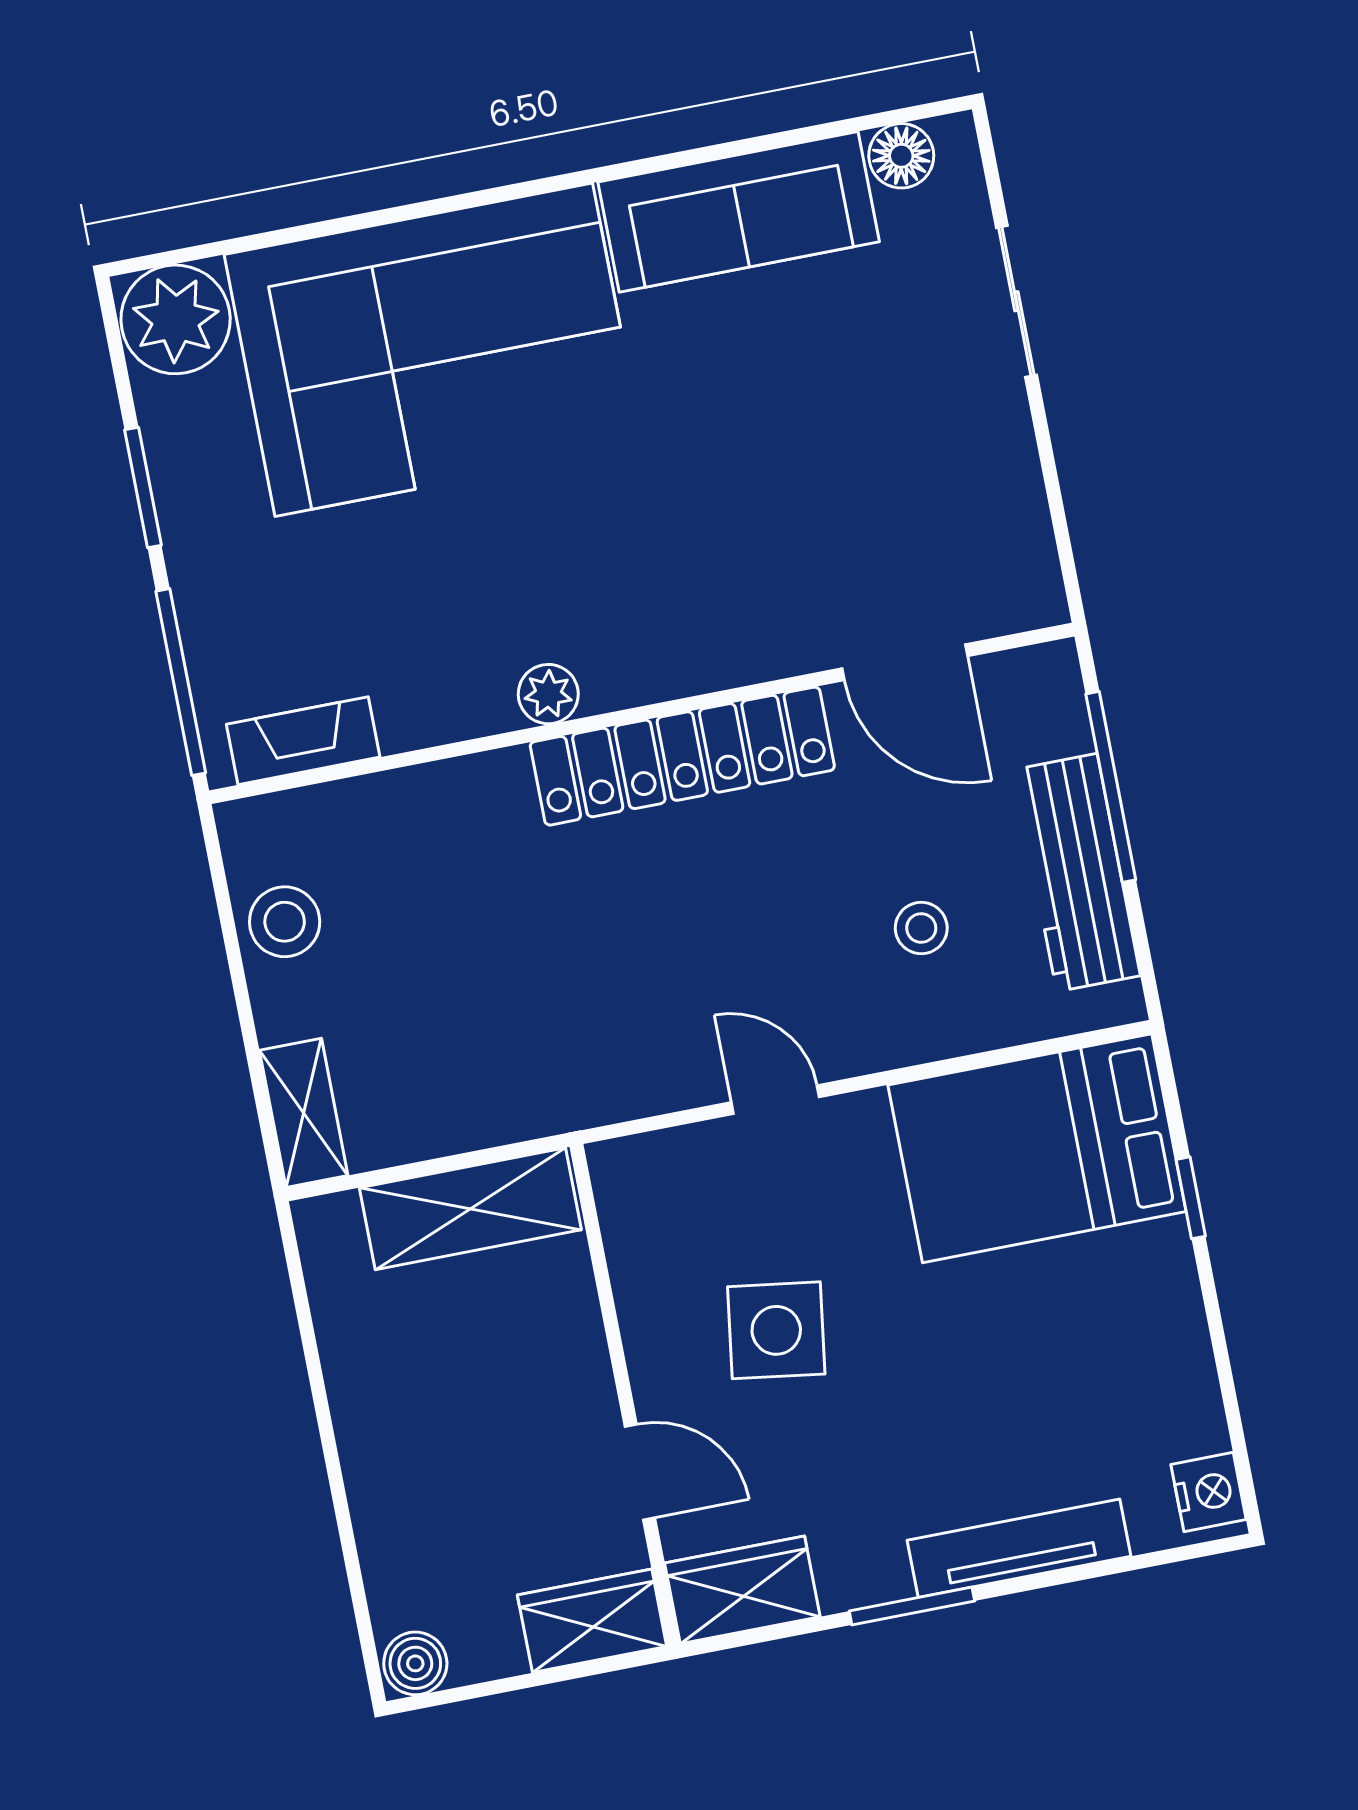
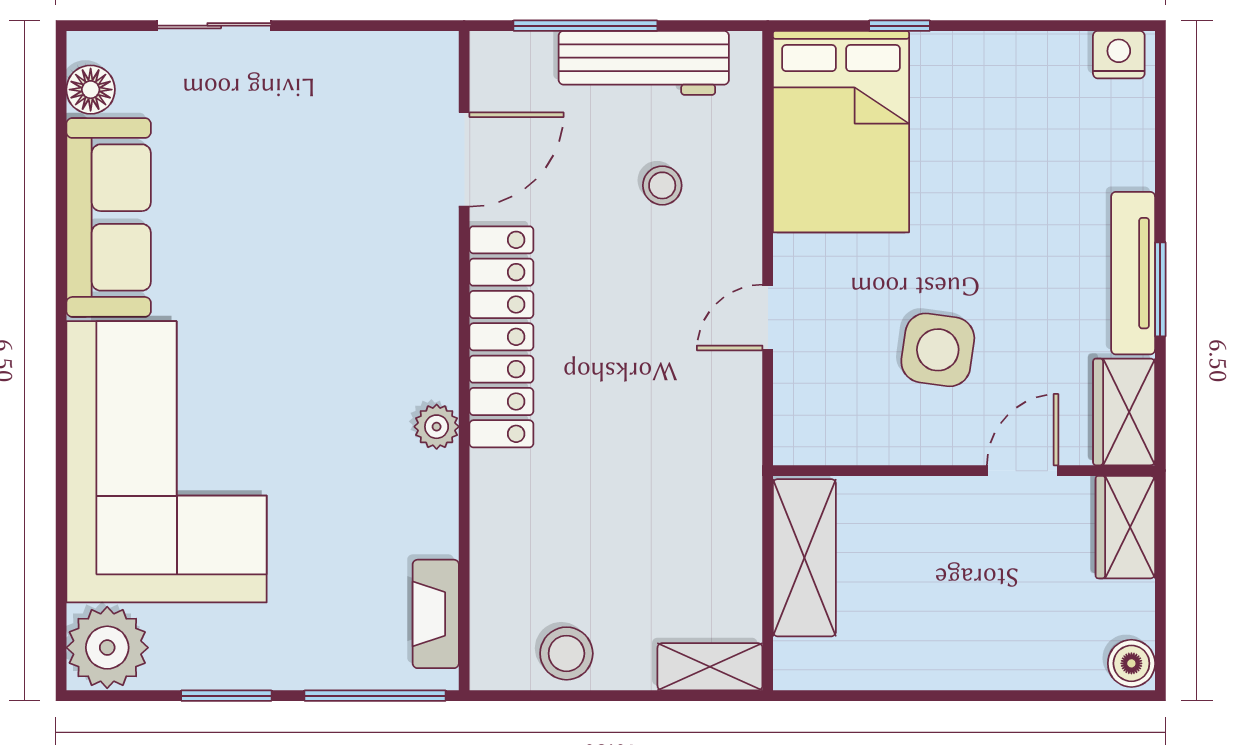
tv unit: (1019, 1548) -> (1133, 273), moved

